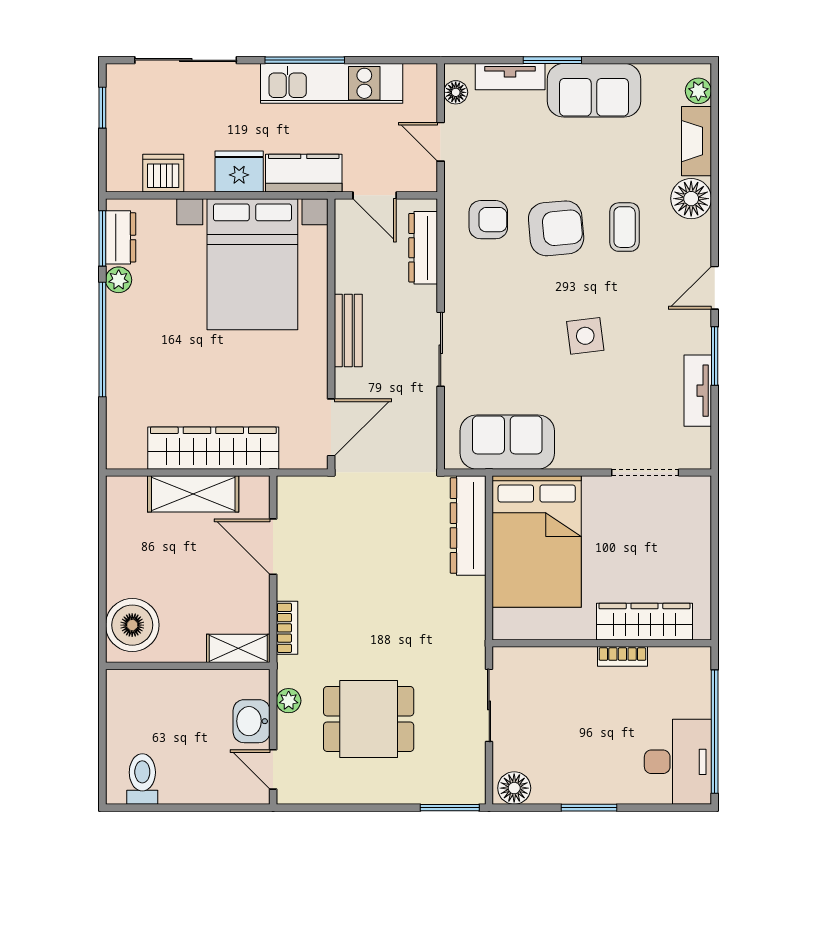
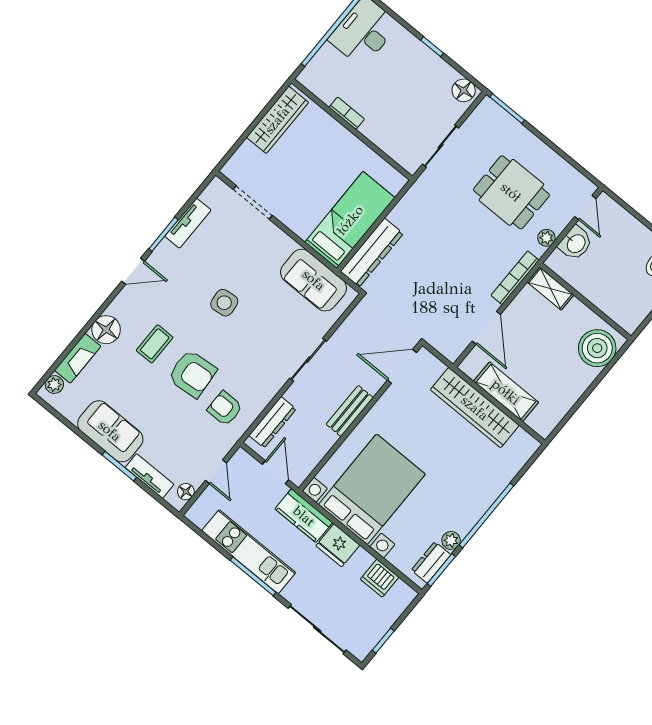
armchair: (556, 228) -> (192, 374), turned 180
bed: (537, 542) -> (350, 220), width x0.67
wardrobe: (645, 622) -> (277, 120), moved, turned -90
bookcase: (287, 628) -> (515, 278), width x1.56
window: (589, 808) -> (432, 47), width x0.67

